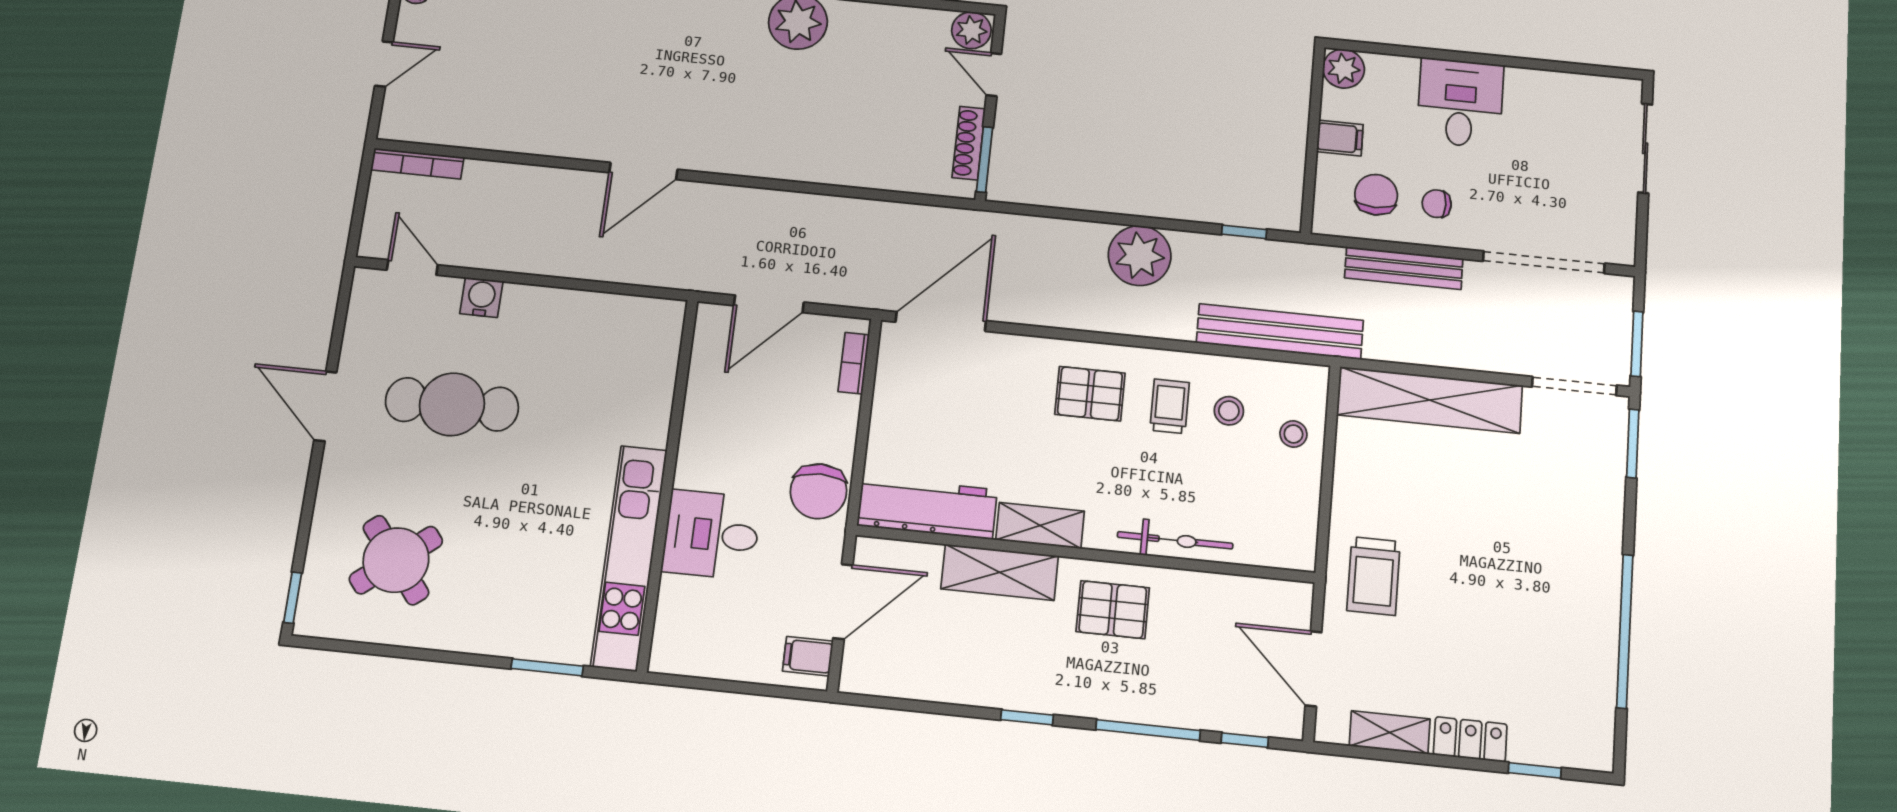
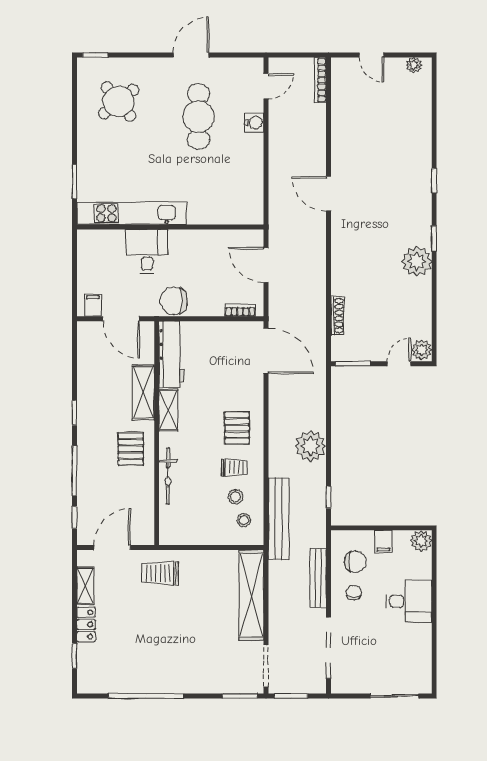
shoe rack: (969, 143) -> (337, 315), moved, turned 90
stool: (1293, 434) -> (244, 520), moved

